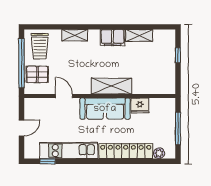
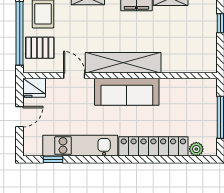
shelving: (112, 86) -> (123, 63), width x1.47
fridge: (140, 106) -> (34, 88), moved

